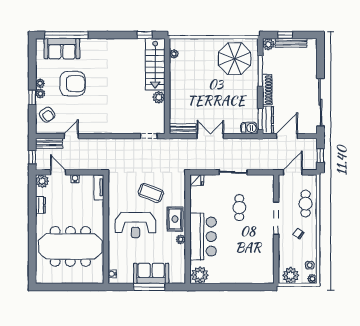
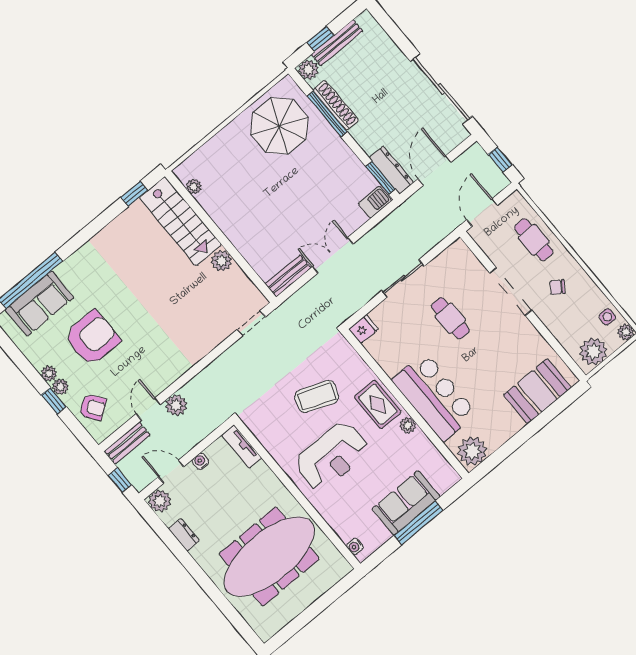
shoe rack: (267, 90) -> (336, 105), moved
plant: (85, 145) -> (176, 405), added
booth: (251, 272) -> (537, 391), added

